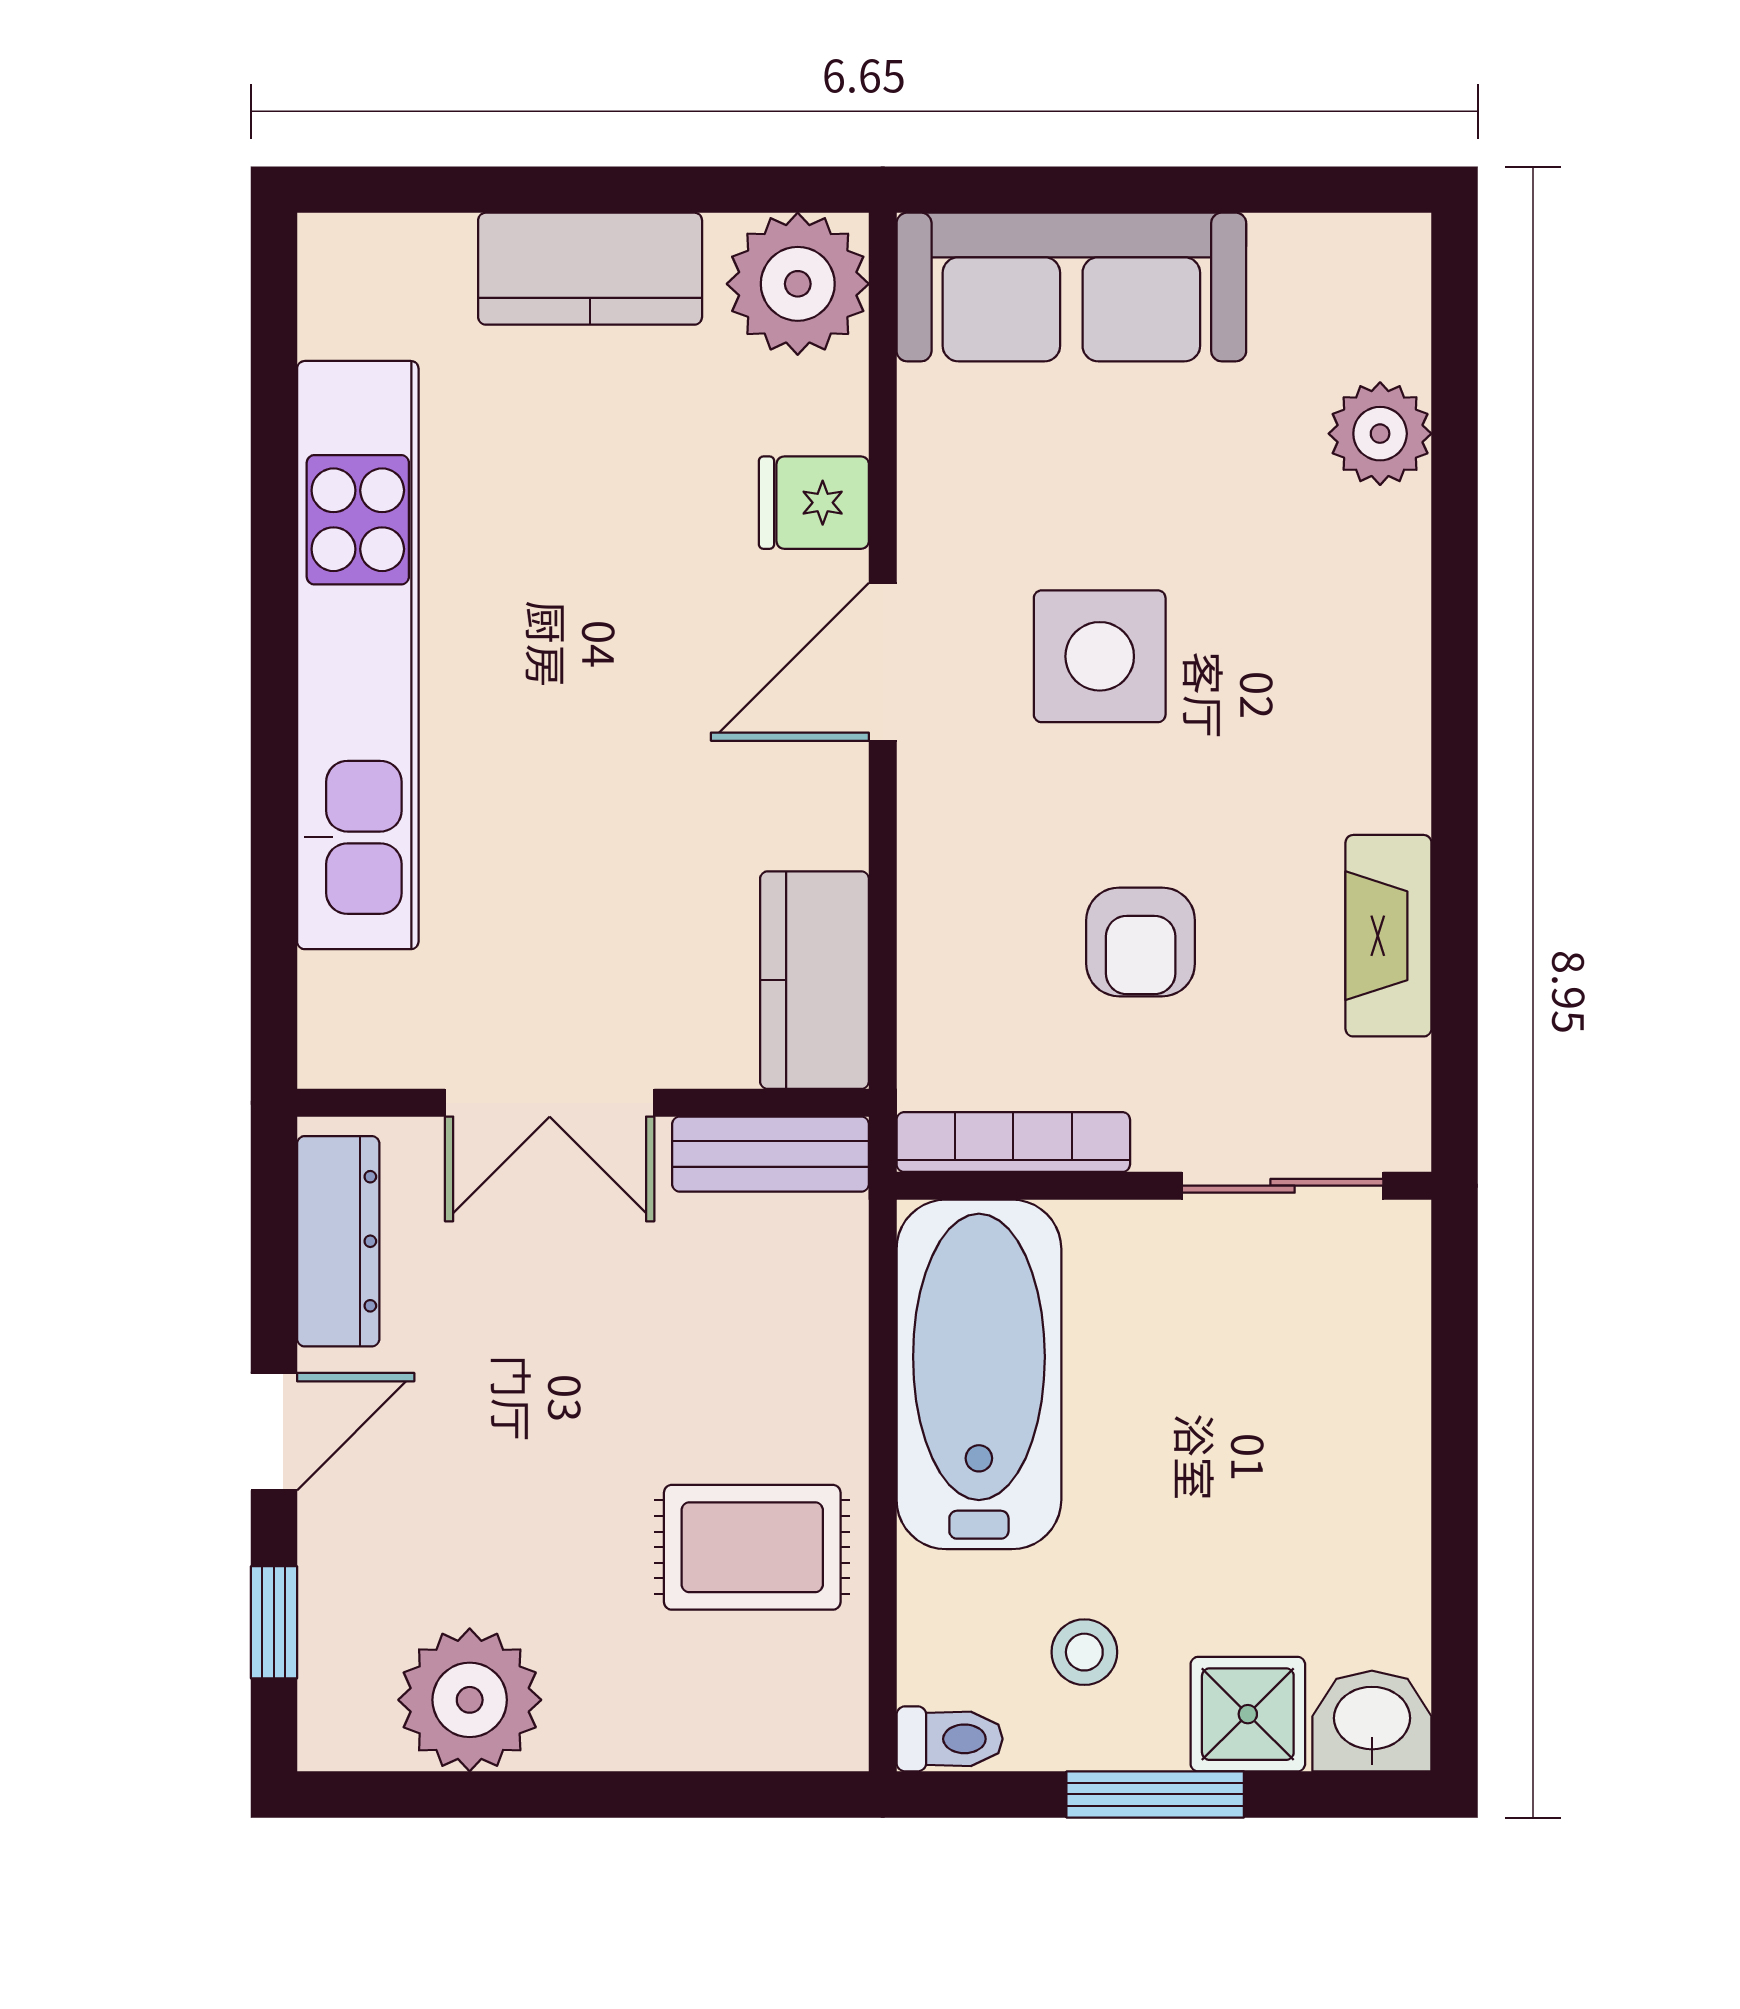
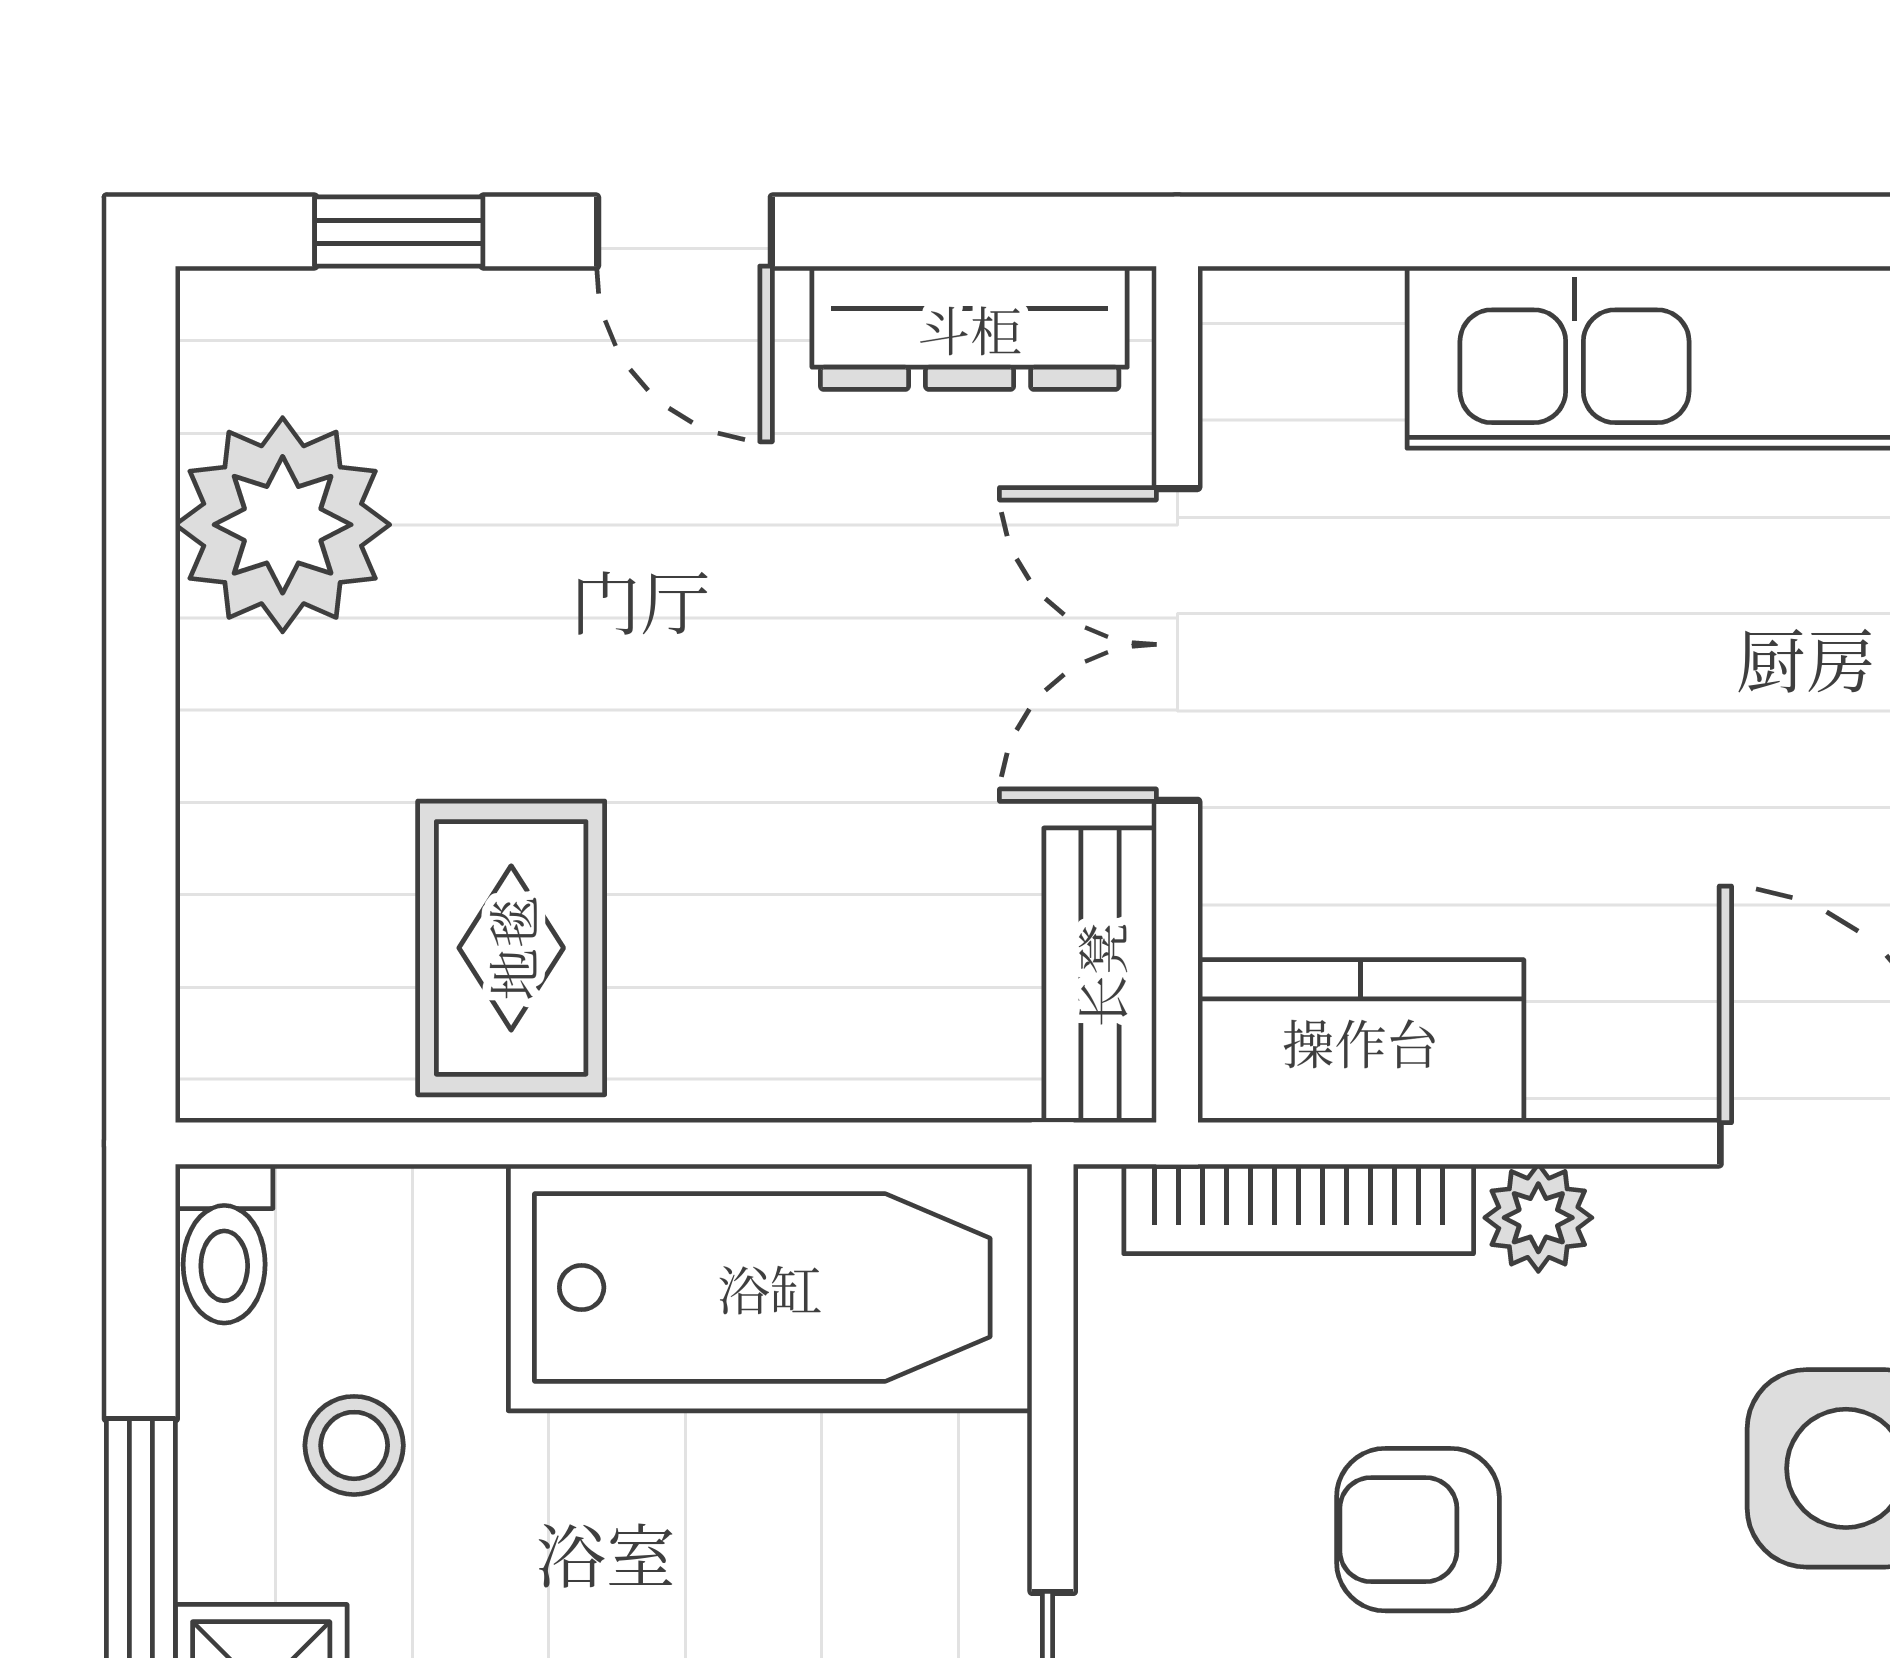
plant: (932, 862) -> (1538, 1218), added
bookcase: (1013, 1142) -> (1299, 1209), moved, turned 90

